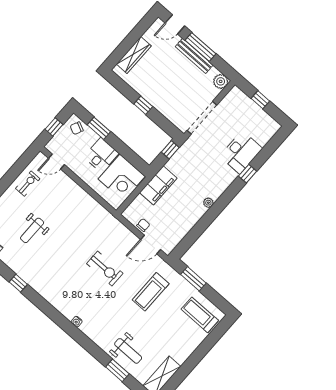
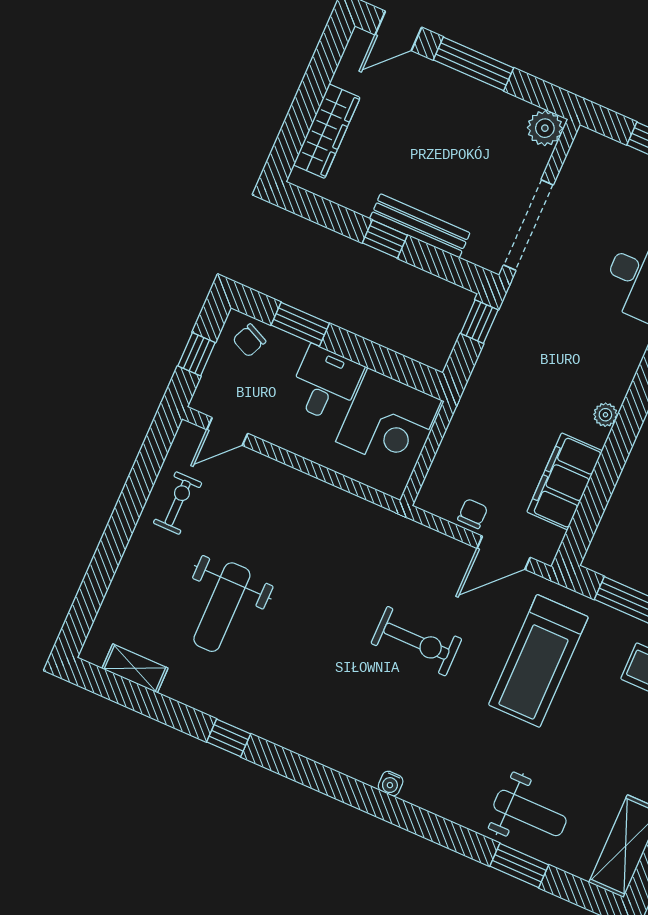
bench: (194, 56) -> (420, 226), moved
filing cabinet: (158, 185) -> (565, 481), moved, turned 180
weight bench: (32, 230) -> (222, 607), width x1.36, depth x1.33
treadmill: (151, 292) -> (538, 661), width x1.37, depth x1.38

